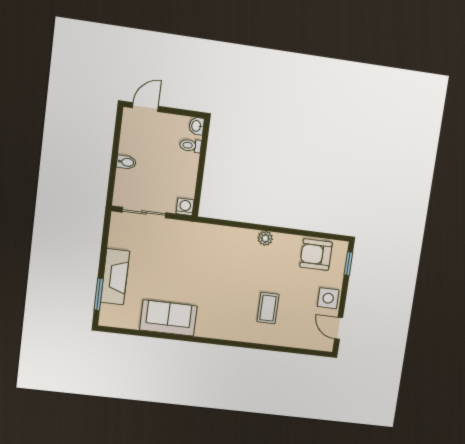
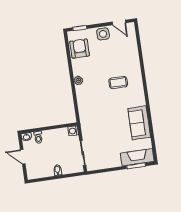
door: (145, 107) -> (23, 157), moved
armchair: (316, 255) -> (80, 49), turned 180
fireplace: (115, 277) -> (137, 157), moved
coffee table: (268, 308) -> (118, 83), moved
door: (339, 328) -> (119, 22), hinge flipped

